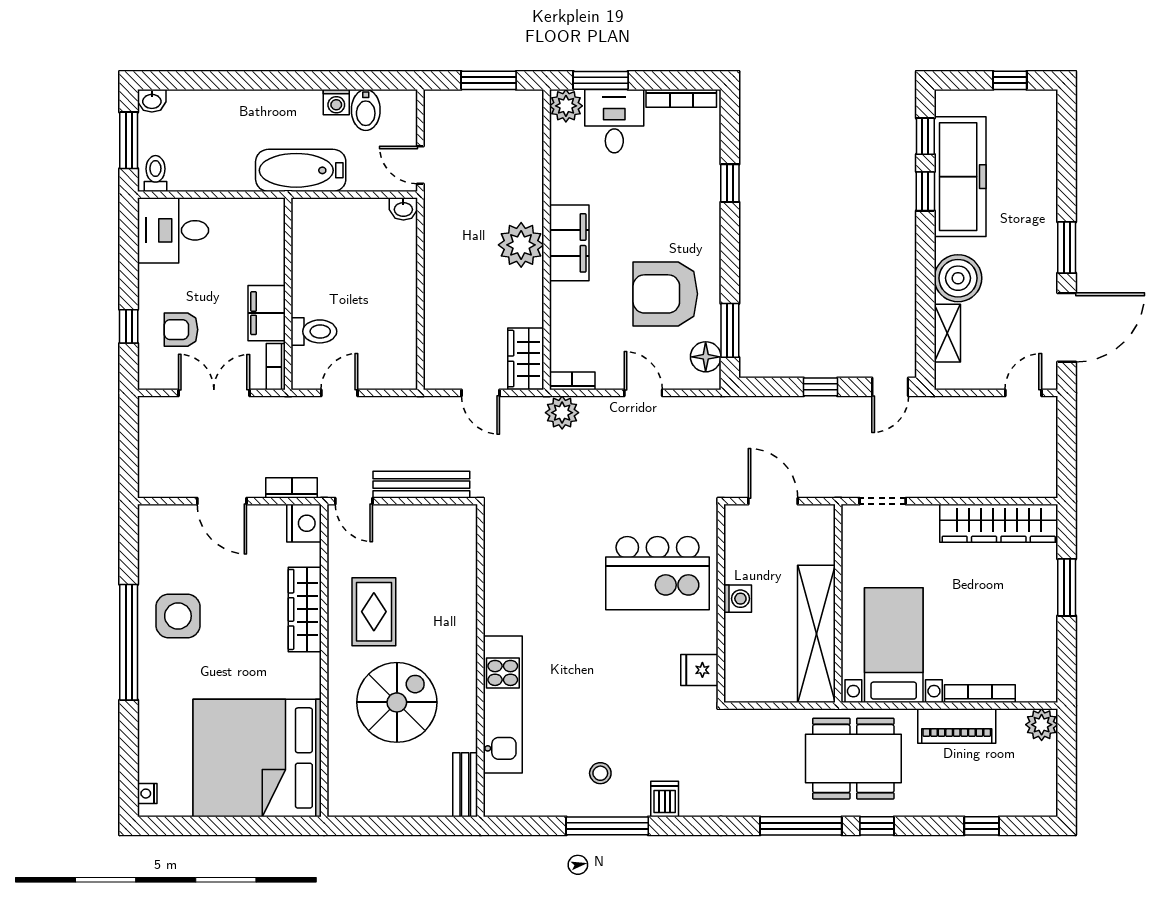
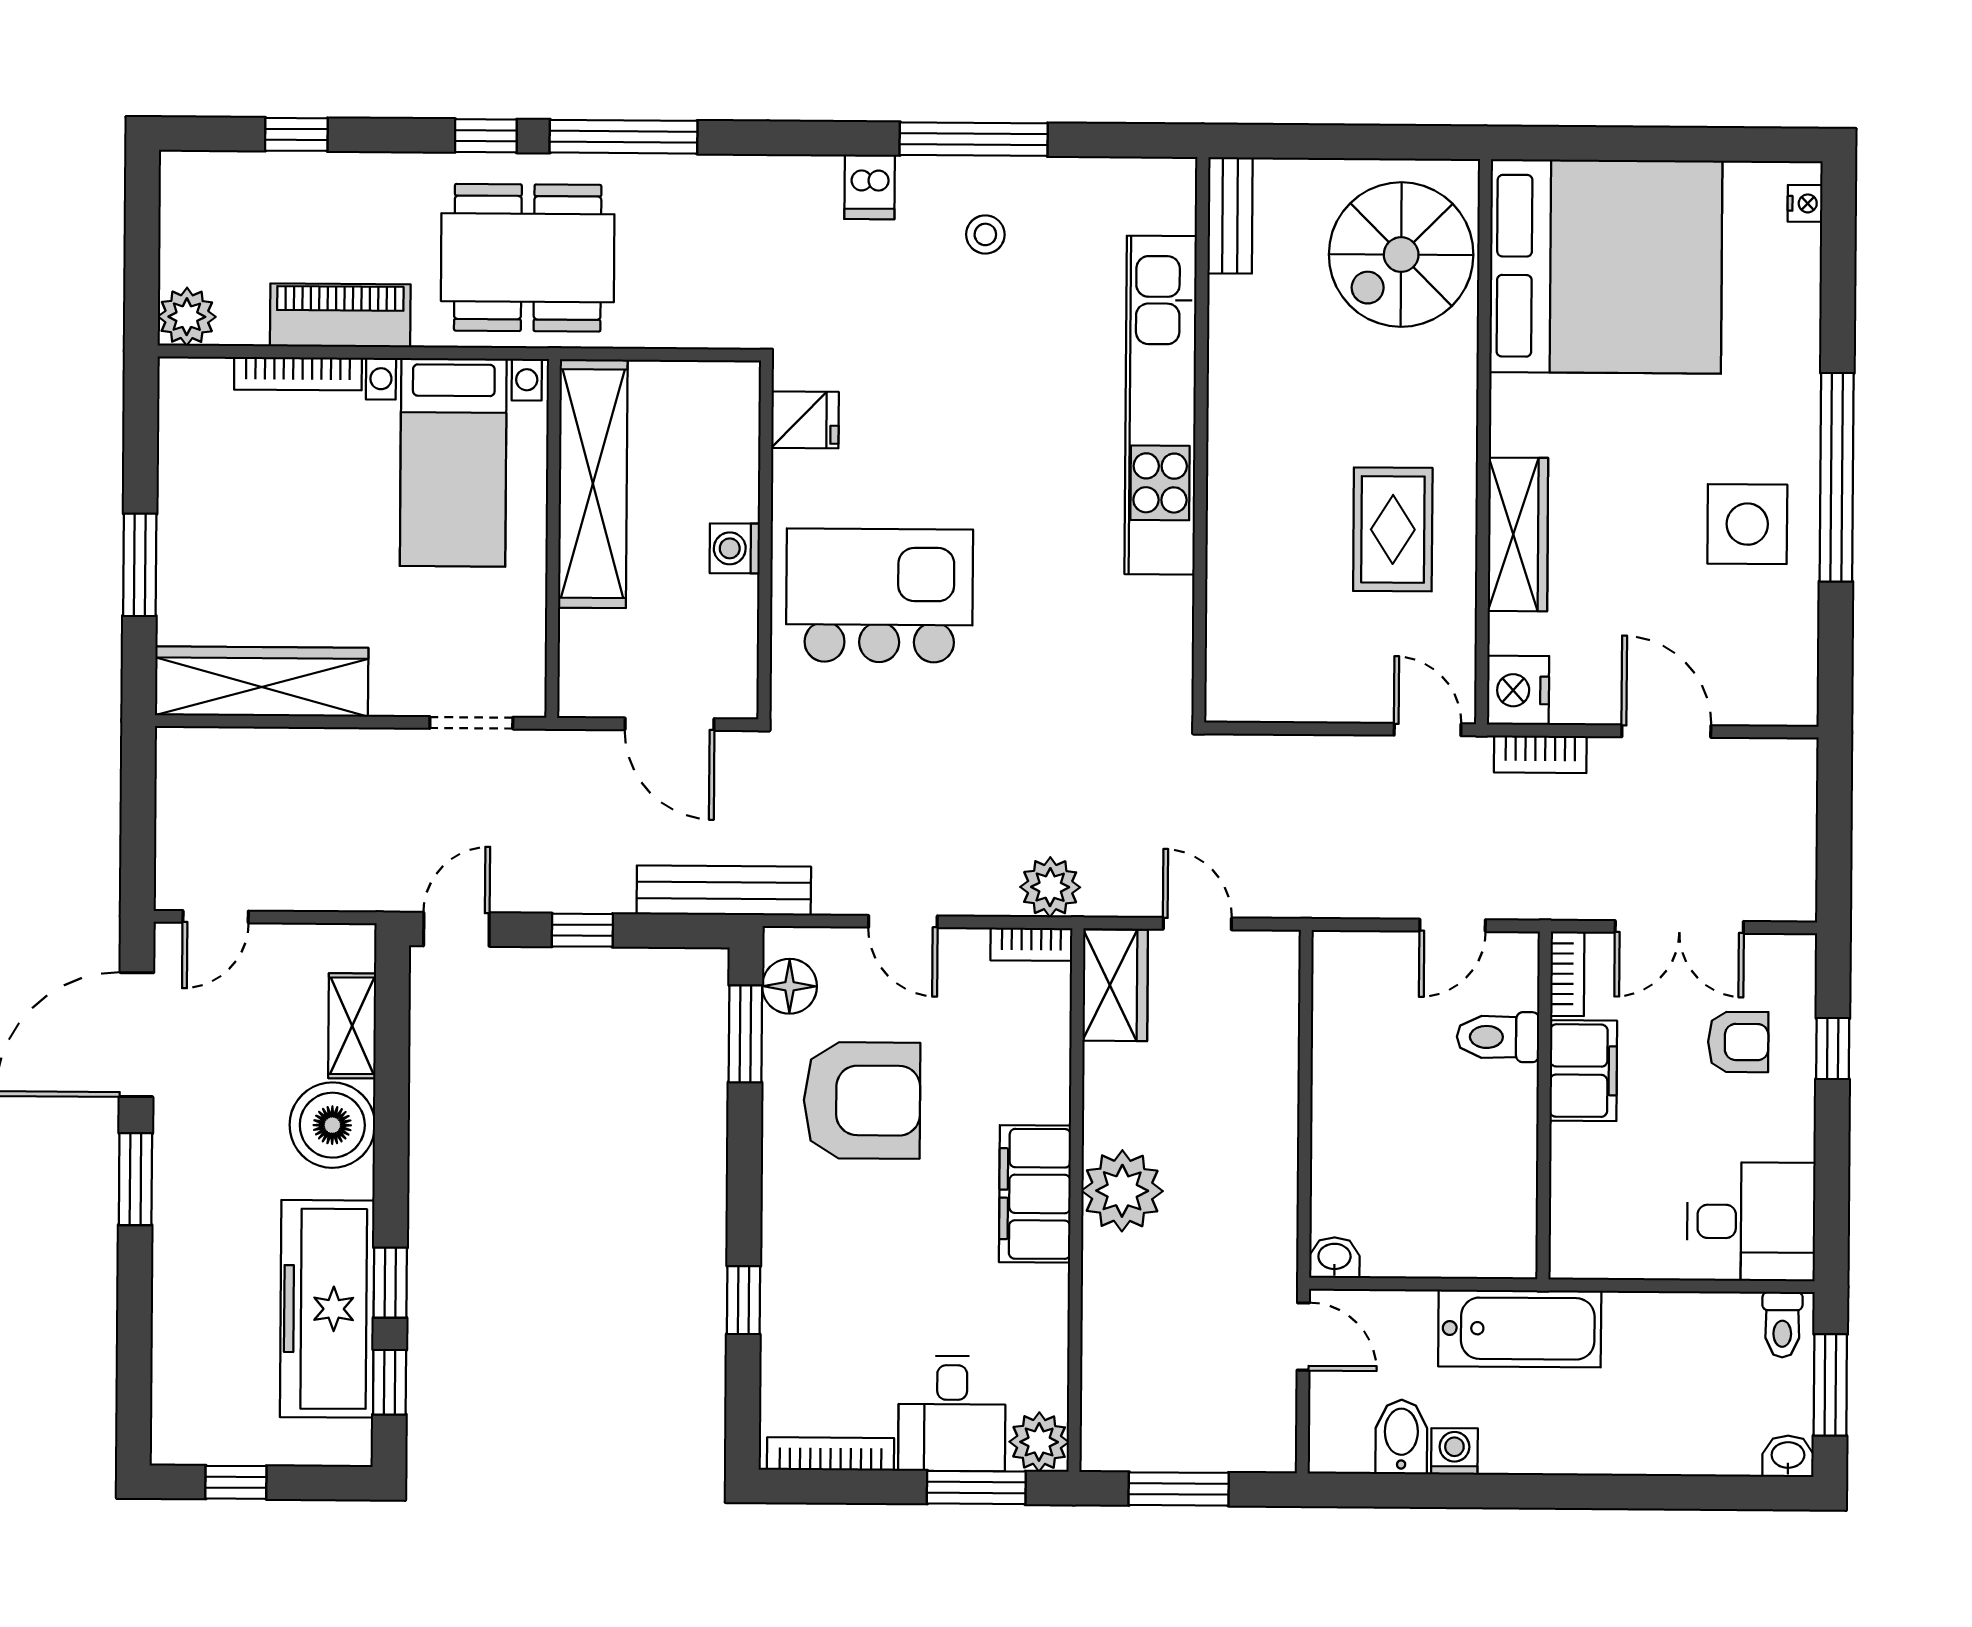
bench: (421, 485) -> (724, 890), moved
spiral stairs: (397, 702) -> (1401, 255), moved
kitchen unit: (503, 704) -> (1161, 405), width x1.36

